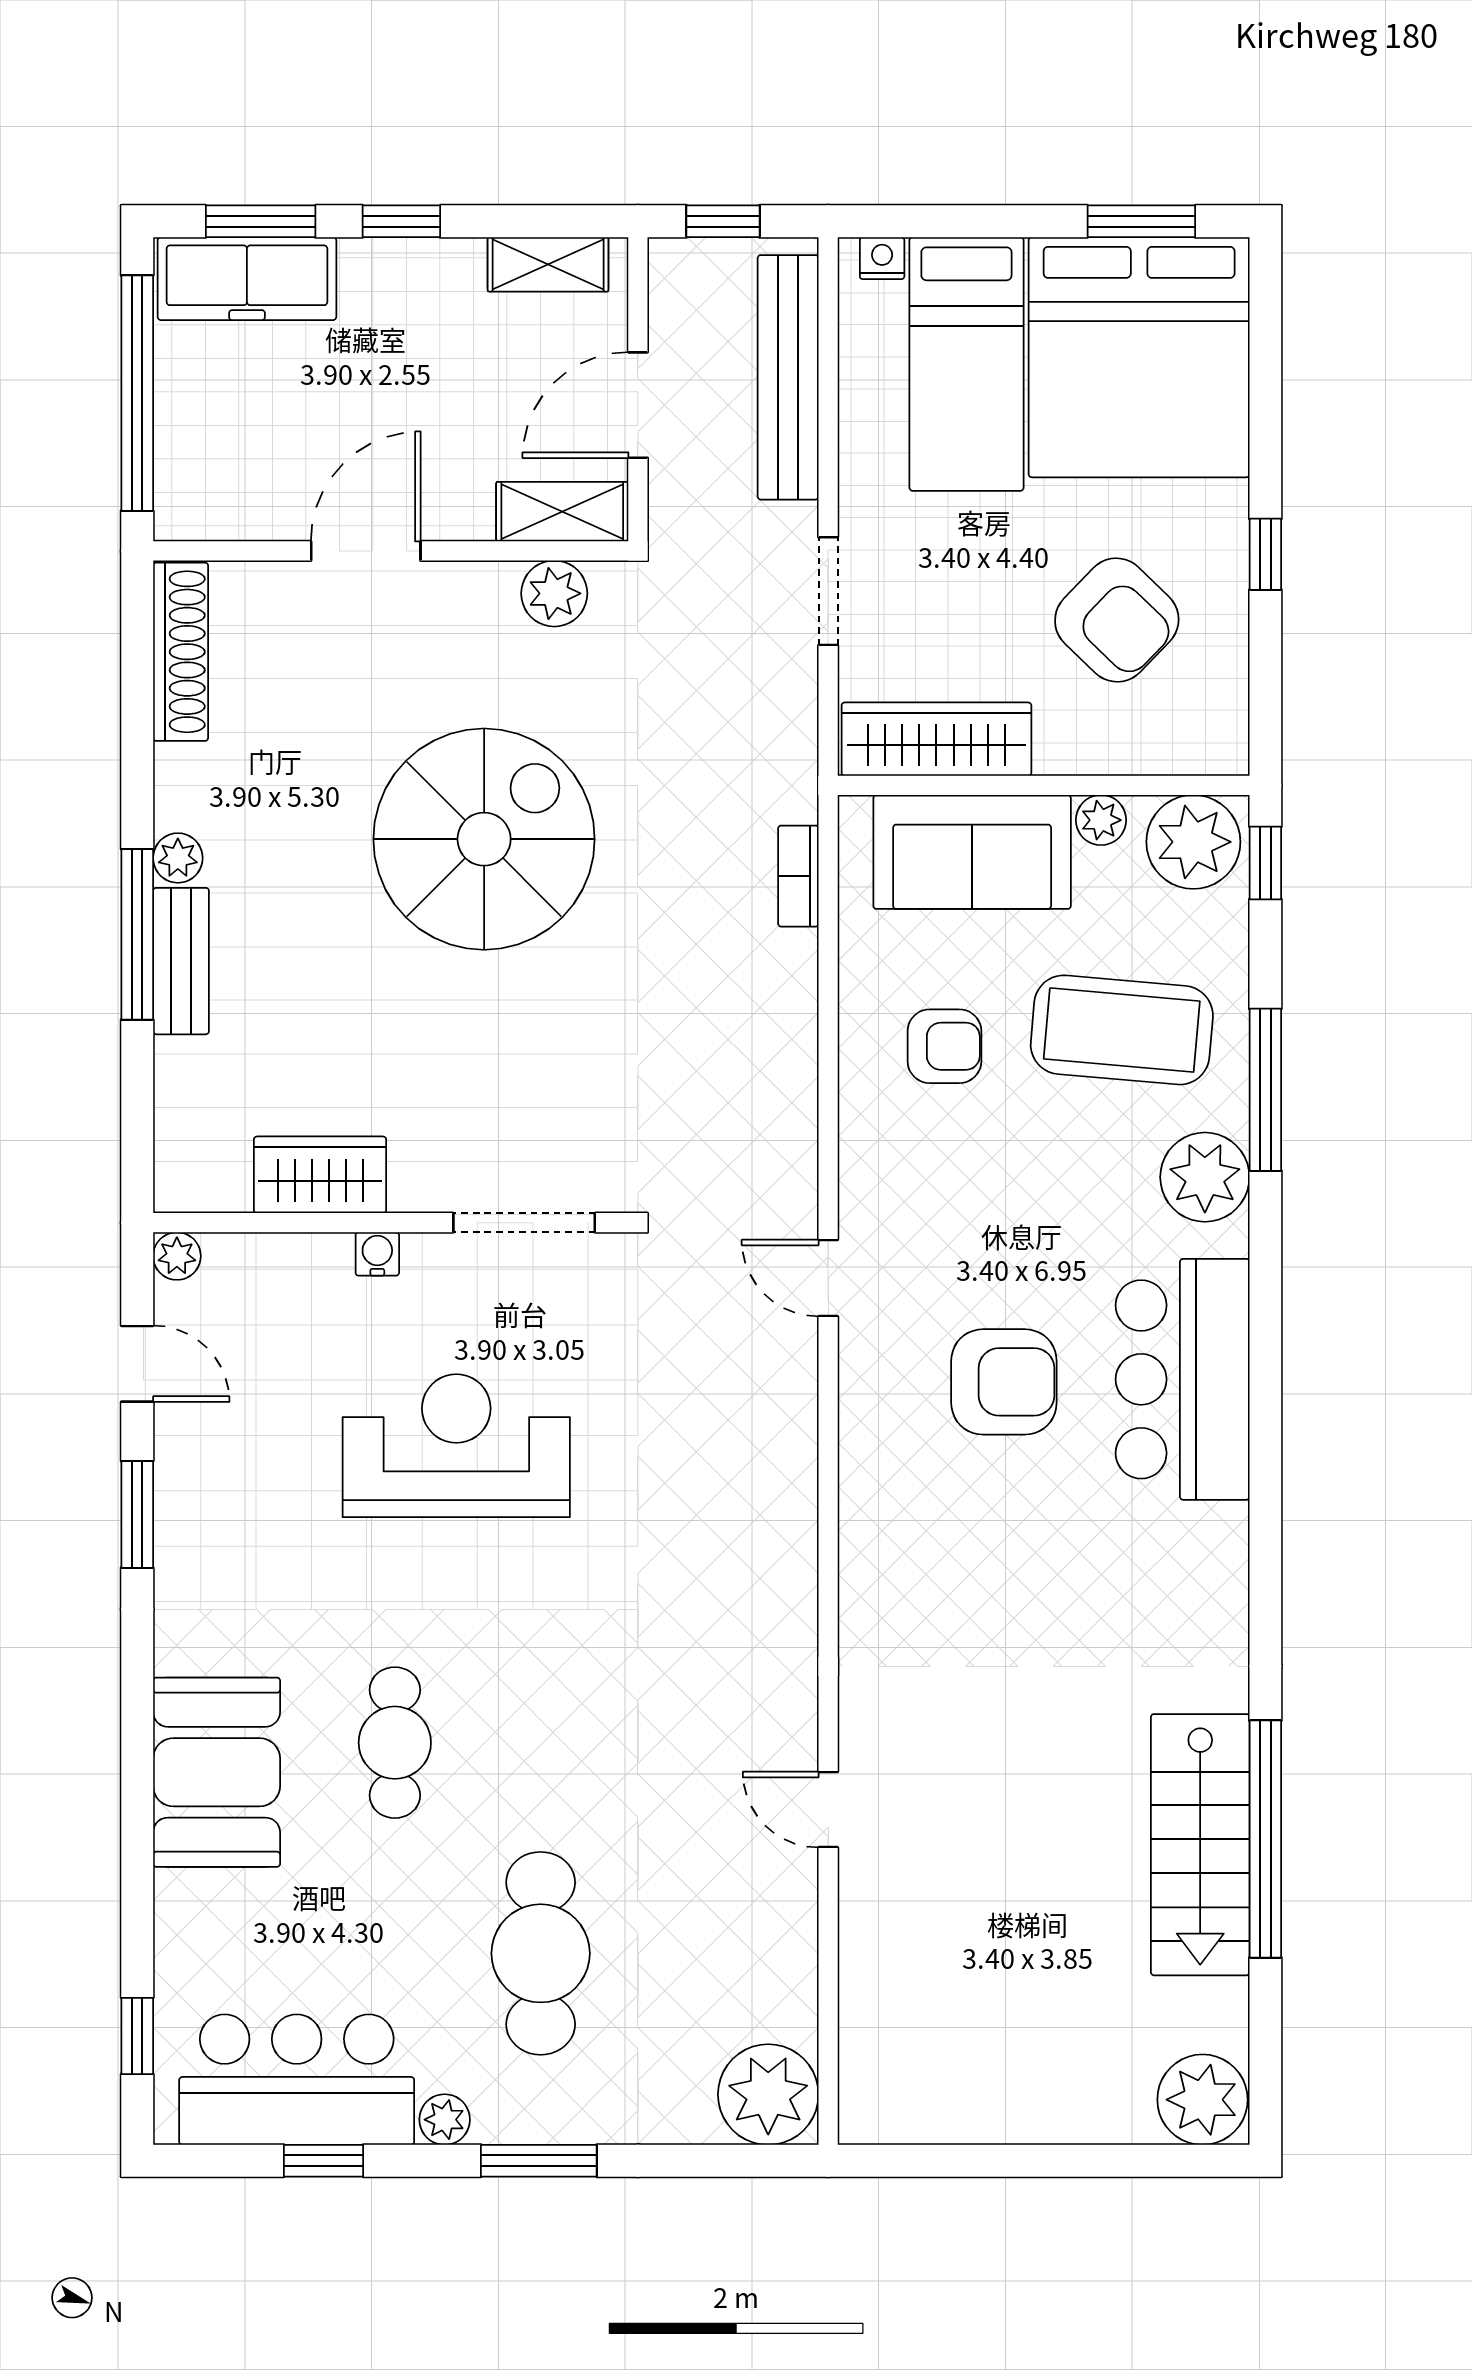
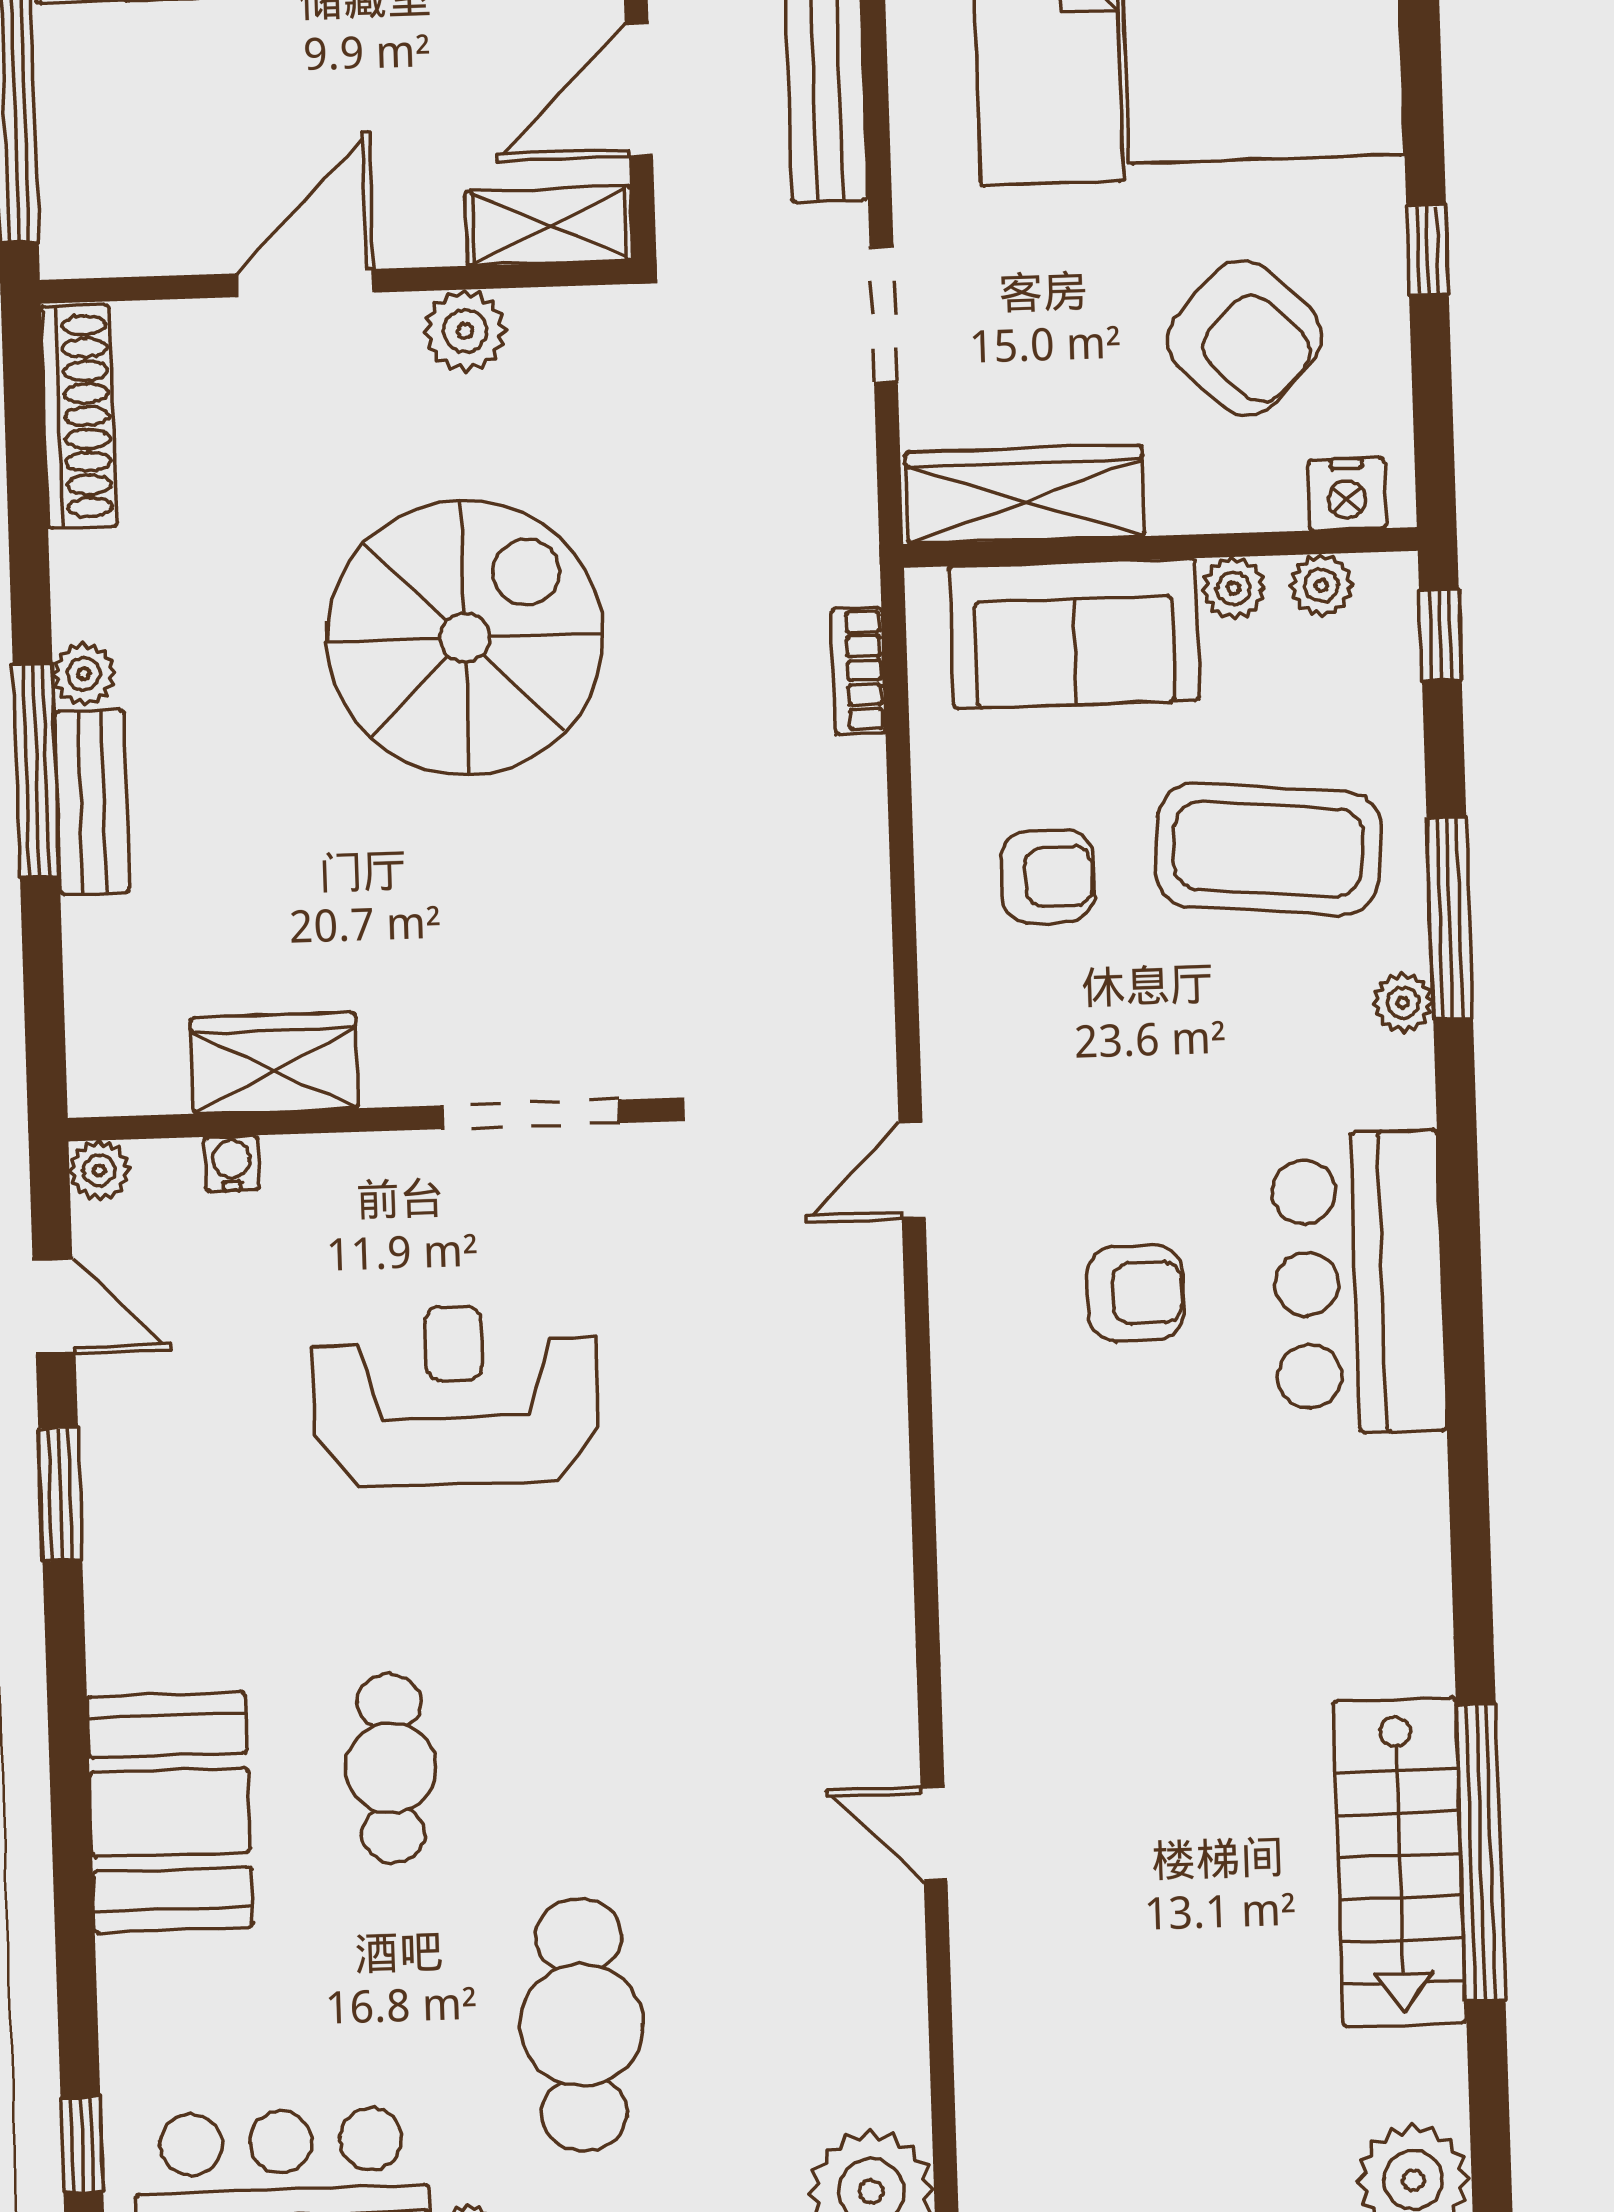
plant: (554, 593) -> (465, 331), moved
nightstand: (1194, 748) -> (1347, 494), added
plant: (1193, 842) -> (1321, 585), width x0.53, depth x0.53
plant: (1205, 1177) -> (1403, 1002), width x0.53, depth x0.53
water cooler: (377, 1254) -> (232, 1163), moved
door: (828, 1278) -> (912, 1171), hinge flipped
armchair: (1004, 1382) -> (1136, 1293), width x0.72, depth x0.72

